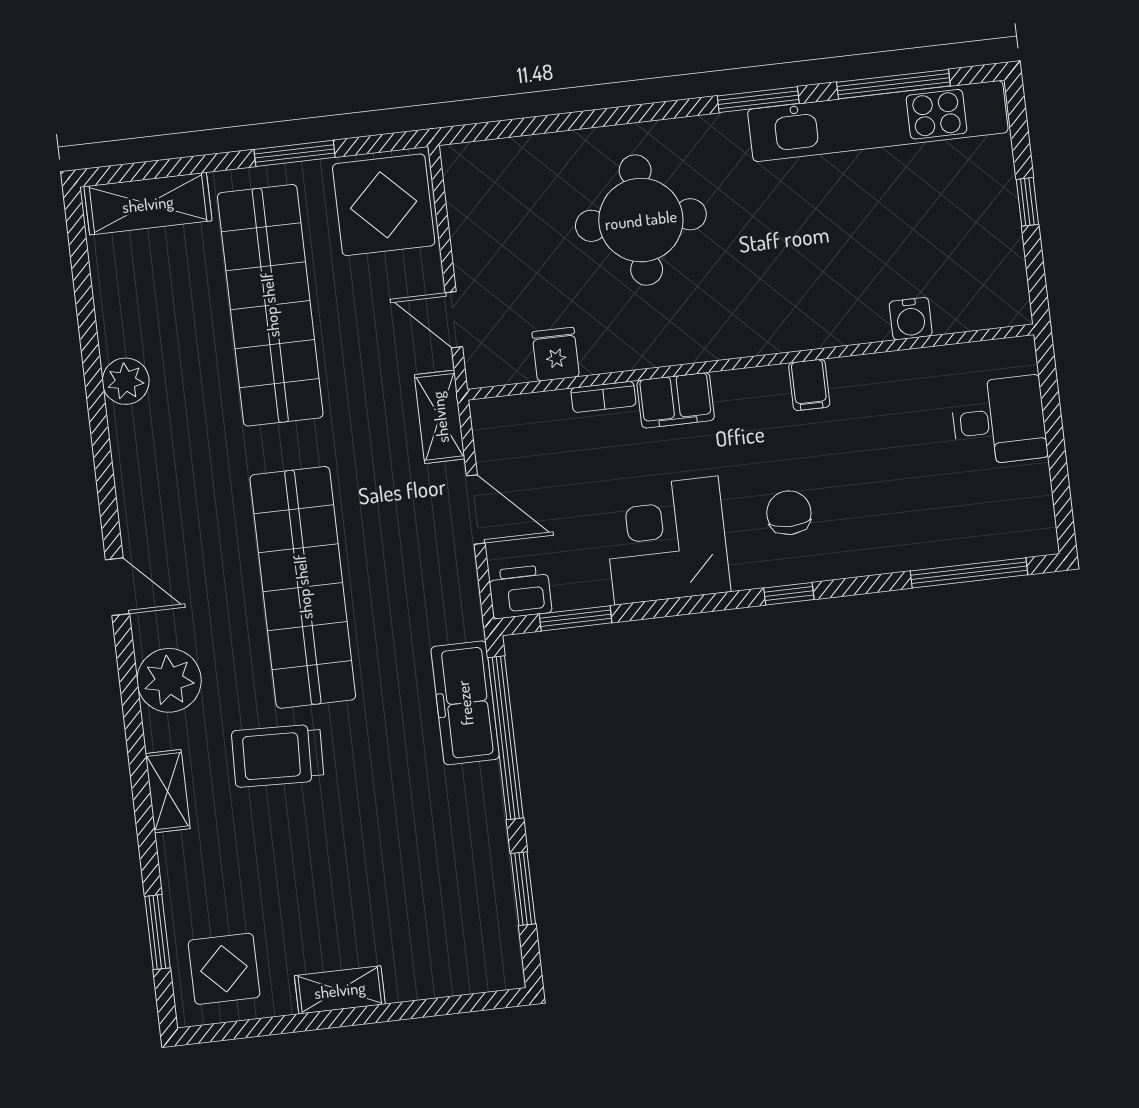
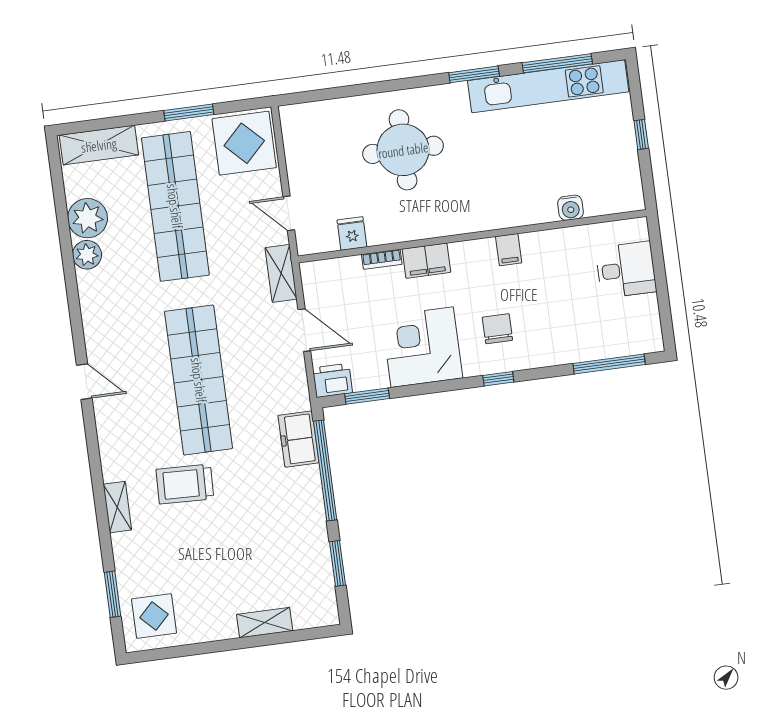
plant: (169, 680) -> (88, 218), moved
freezer: (465, 703) -> (298, 439), width x0.71
shelving: (340, 990) -> (265, 623), moved

